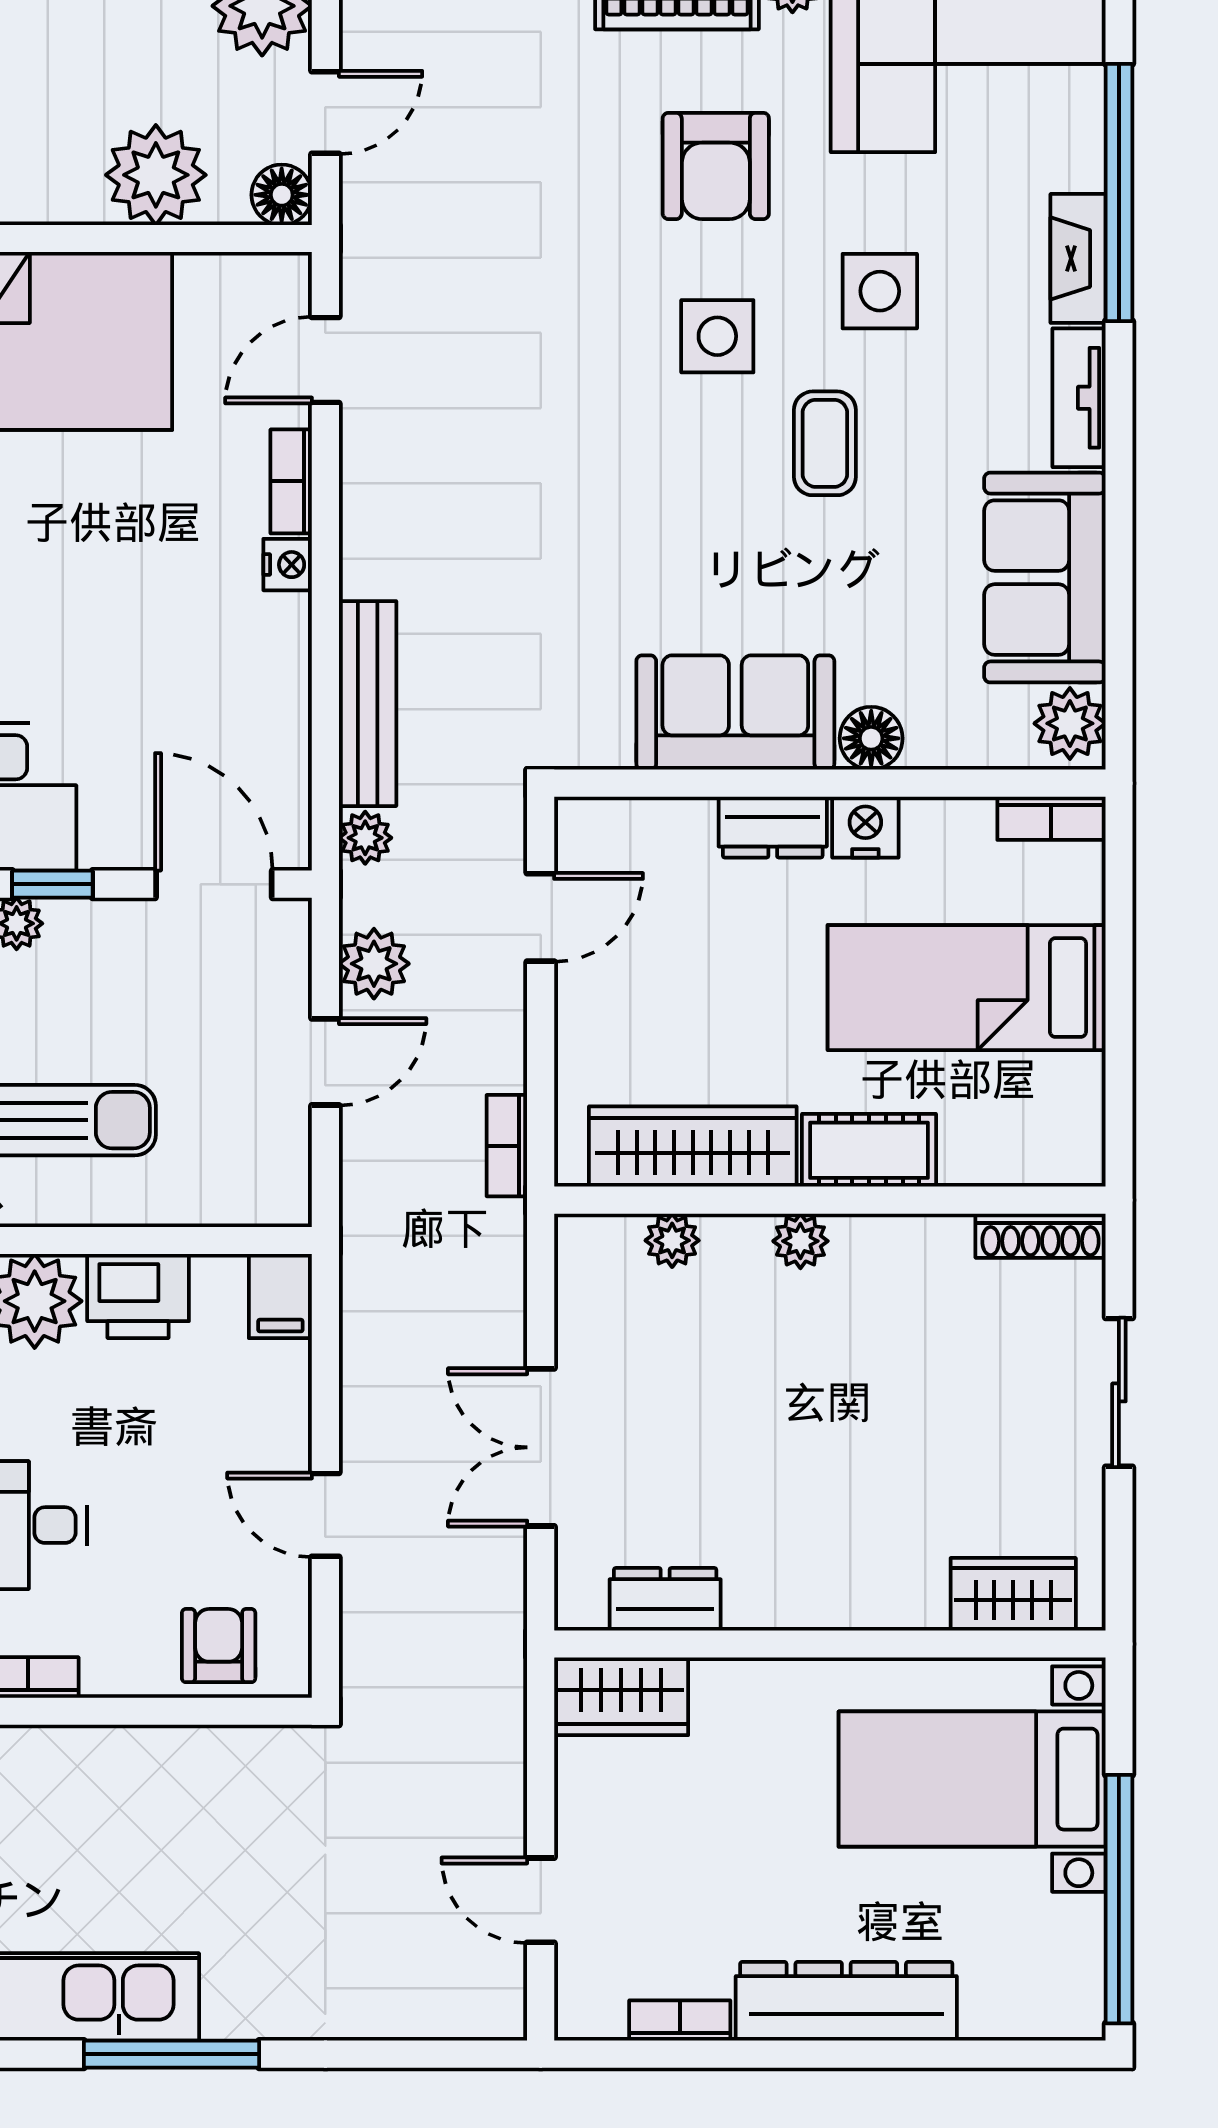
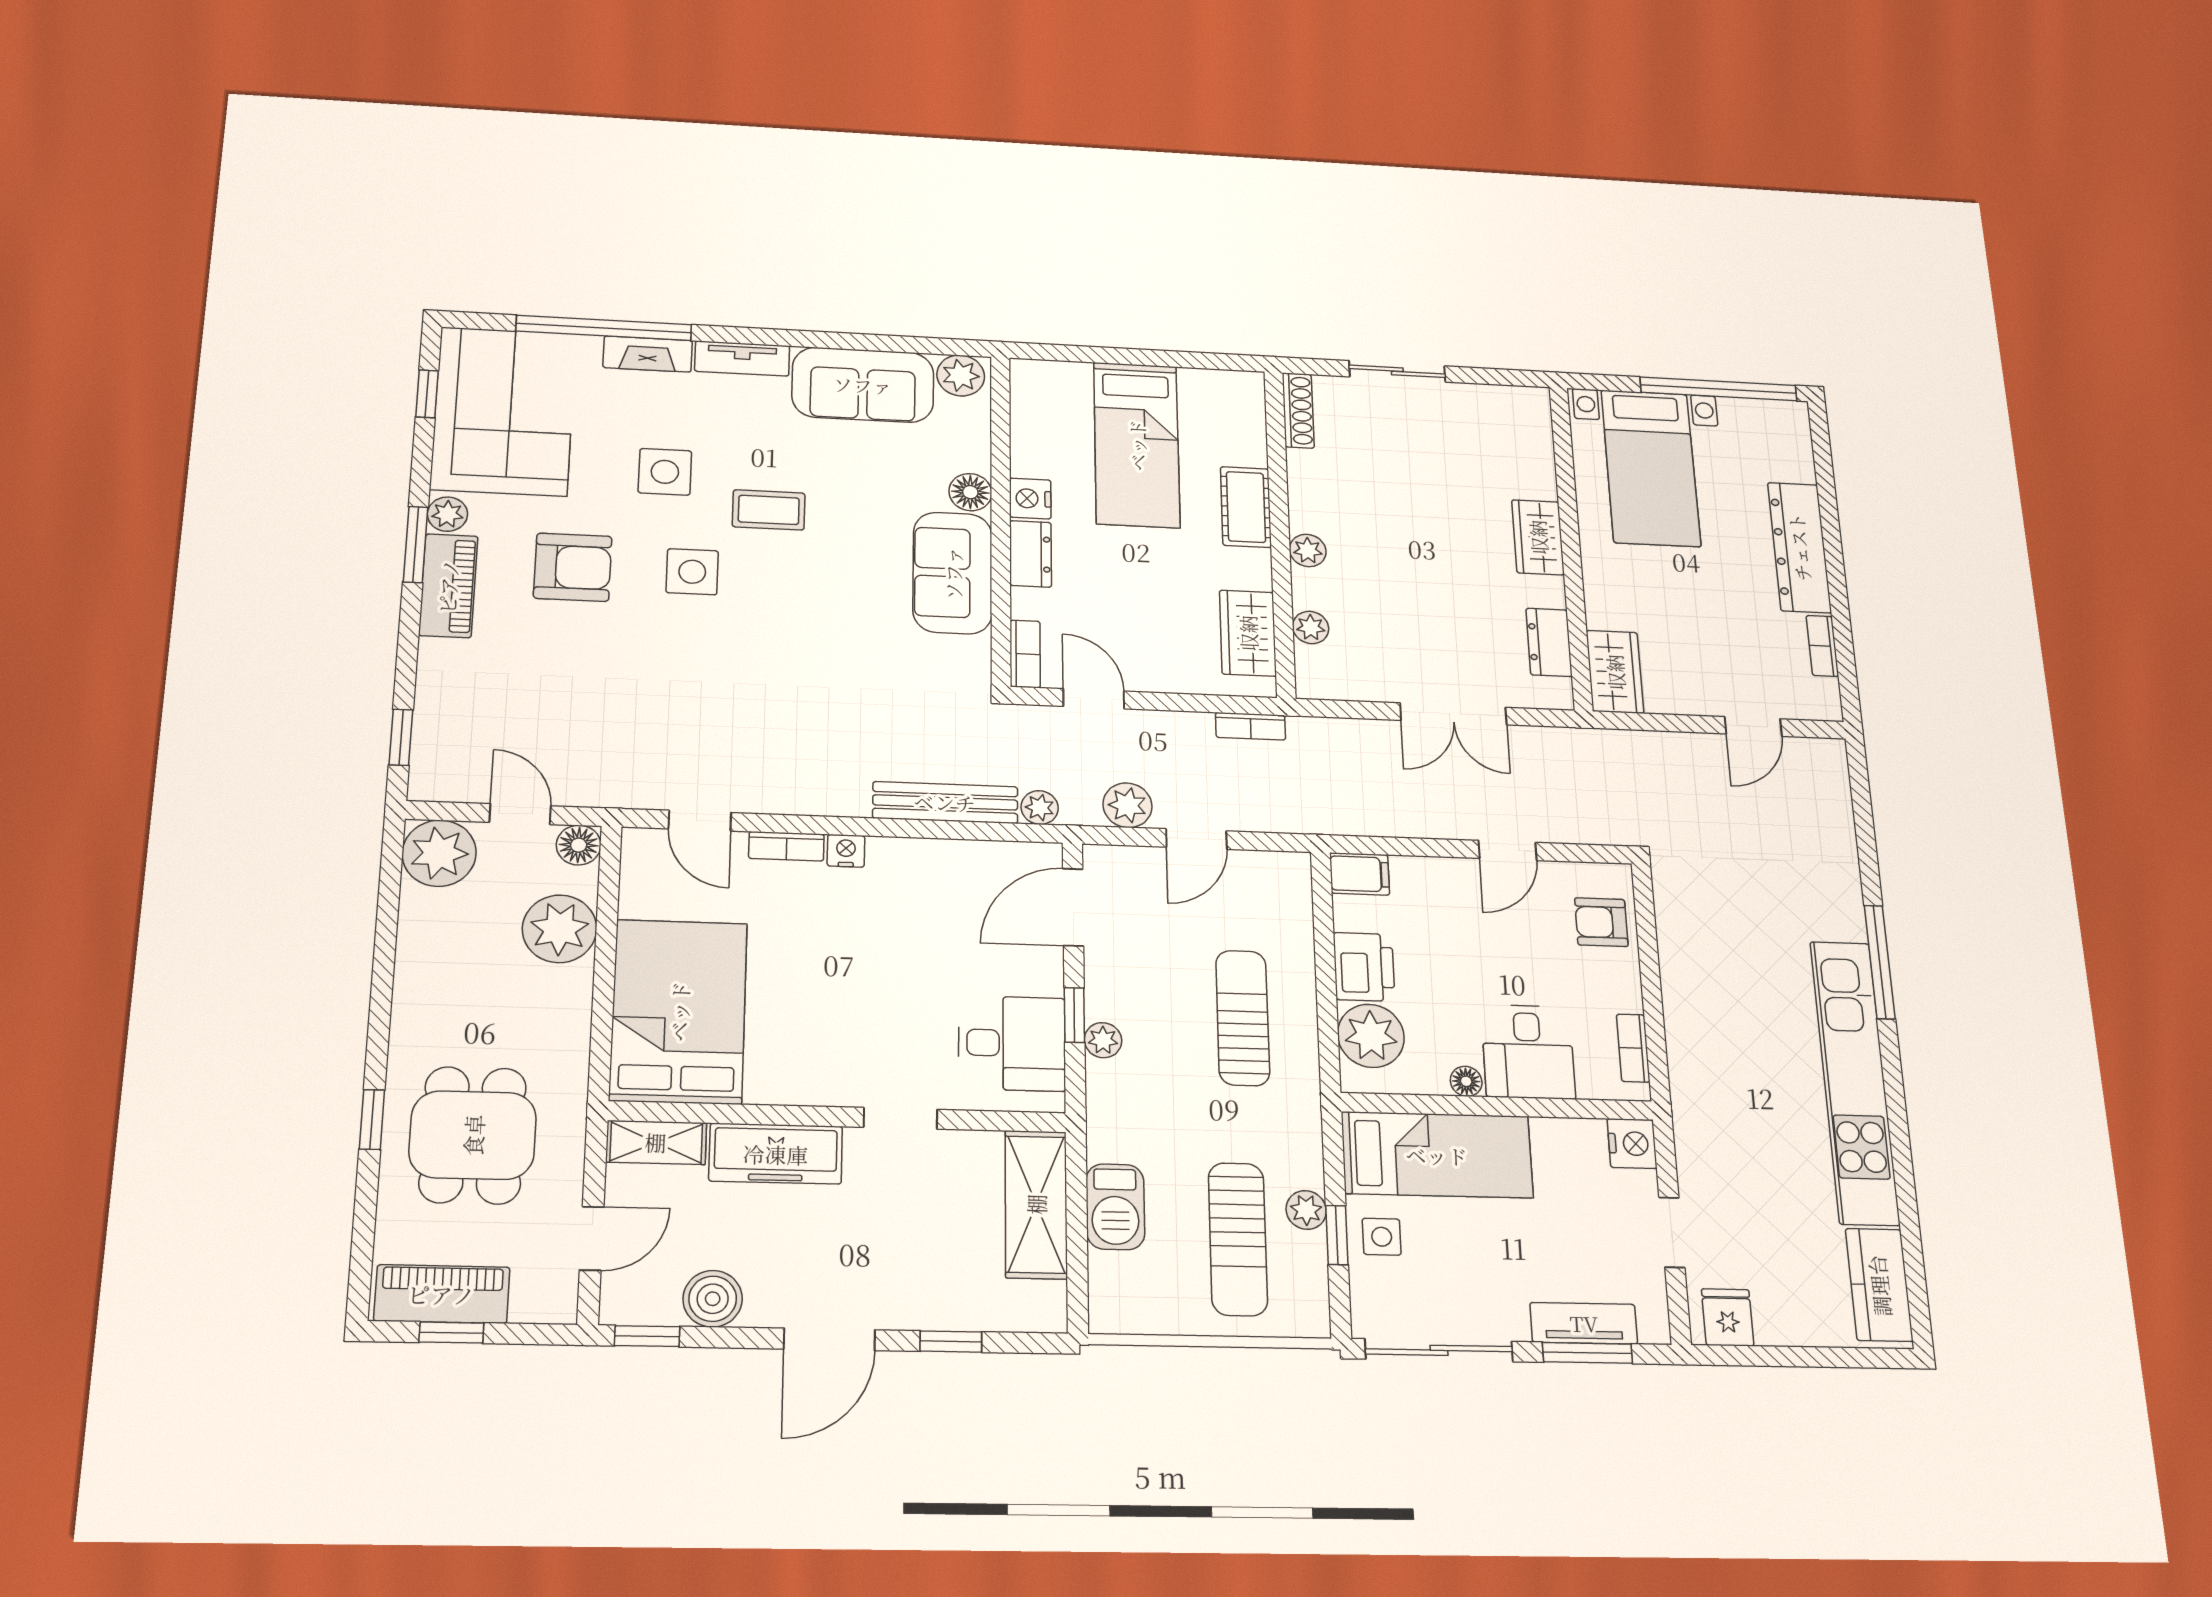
bookcase: (1051, 818) -> (1025, 654), moved
door: (325, 1062) -> (1196, 839), swing flipped
wardrobe: (693, 1147) -> (1248, 633), width x0.67
wardrobe: (1013, 1594) -> (1538, 537), moved

